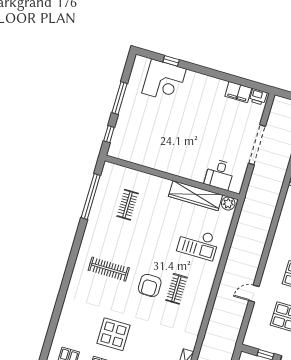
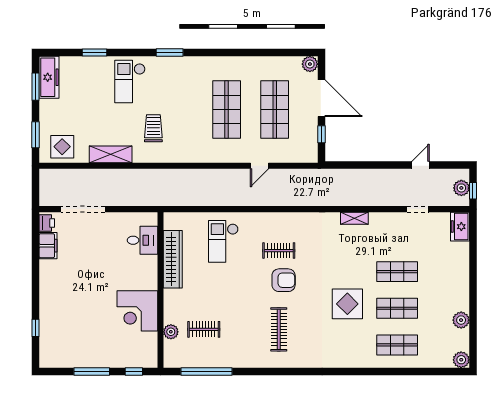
corner desk: (164, 81) -> (137, 311), moved, turned 180
doorway: (257, 145) -> (83, 209), moved
plant: (228, 203) -> (171, 332), moved
checkout: (198, 244) -> (223, 241), turned 180
door: (254, 294) -> (260, 166), hinge flipped

